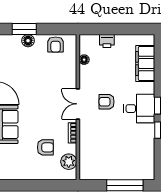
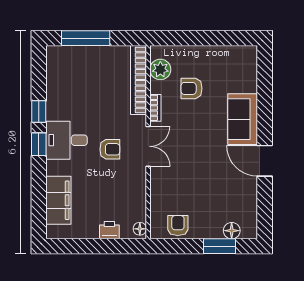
floor lamp: (28, 41) -> (232, 231), moved
floor lamp: (84, 60) -> (140, 229), moved
bookcase: (85, 154) -> (138, 80), added

